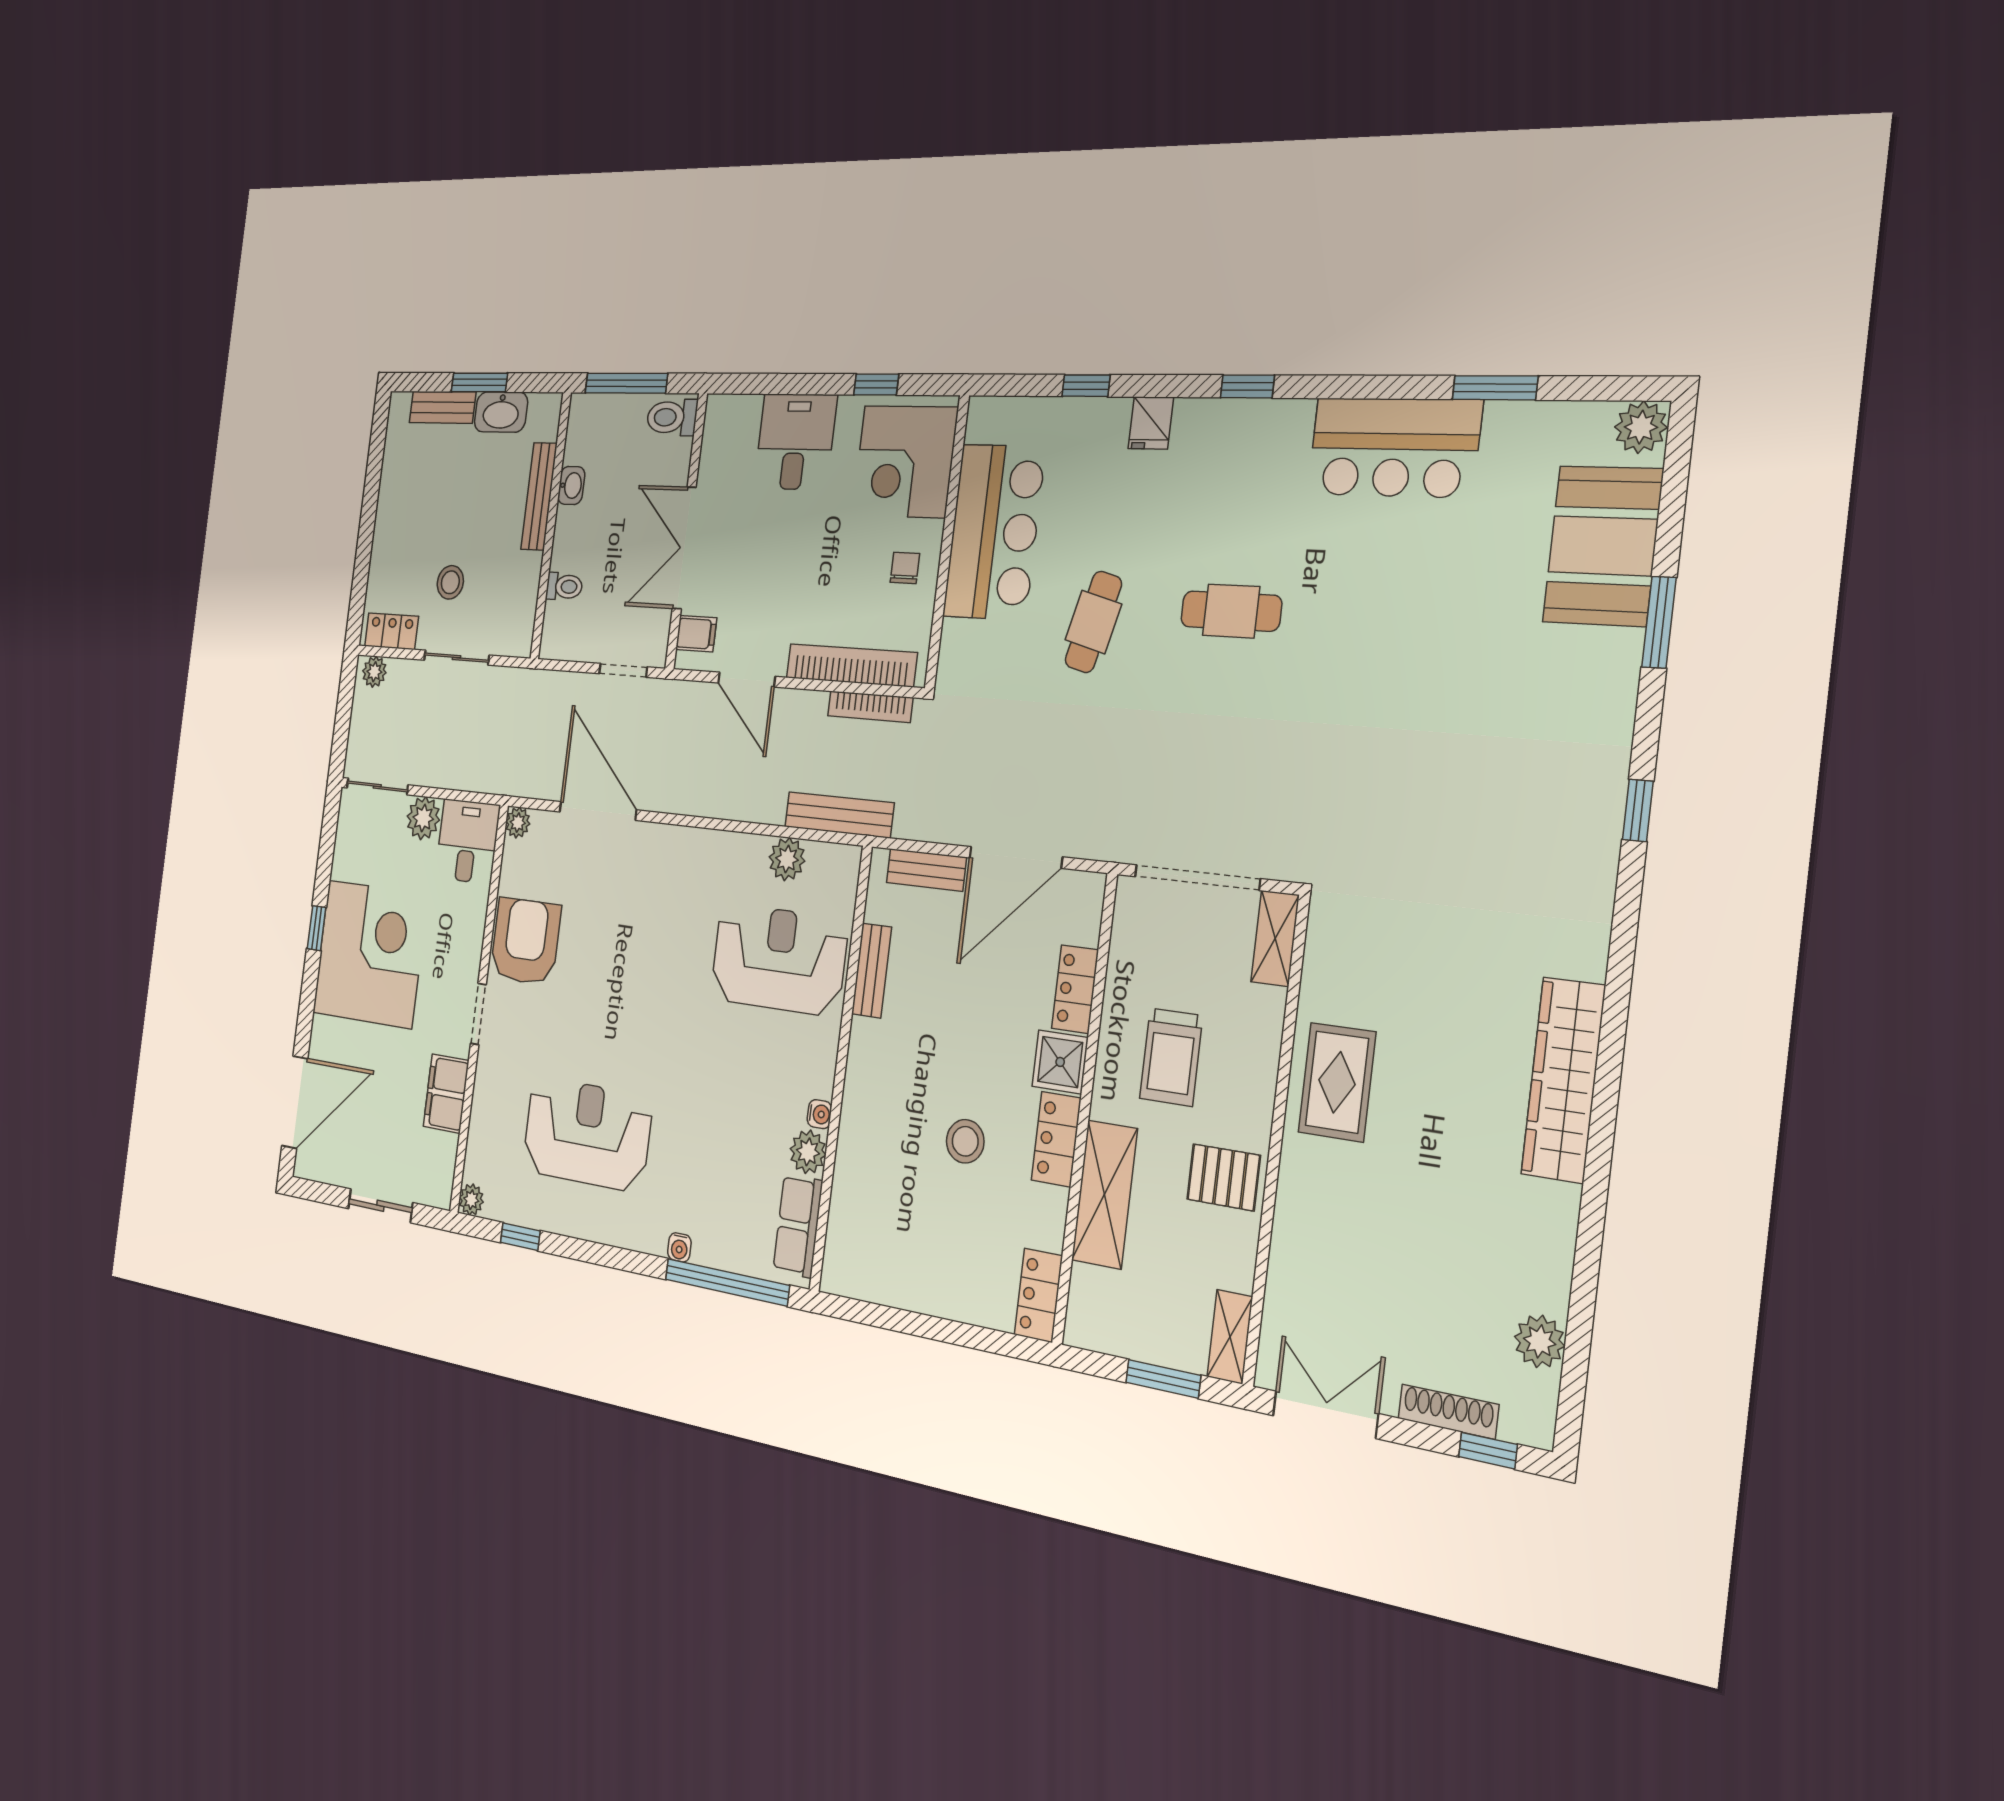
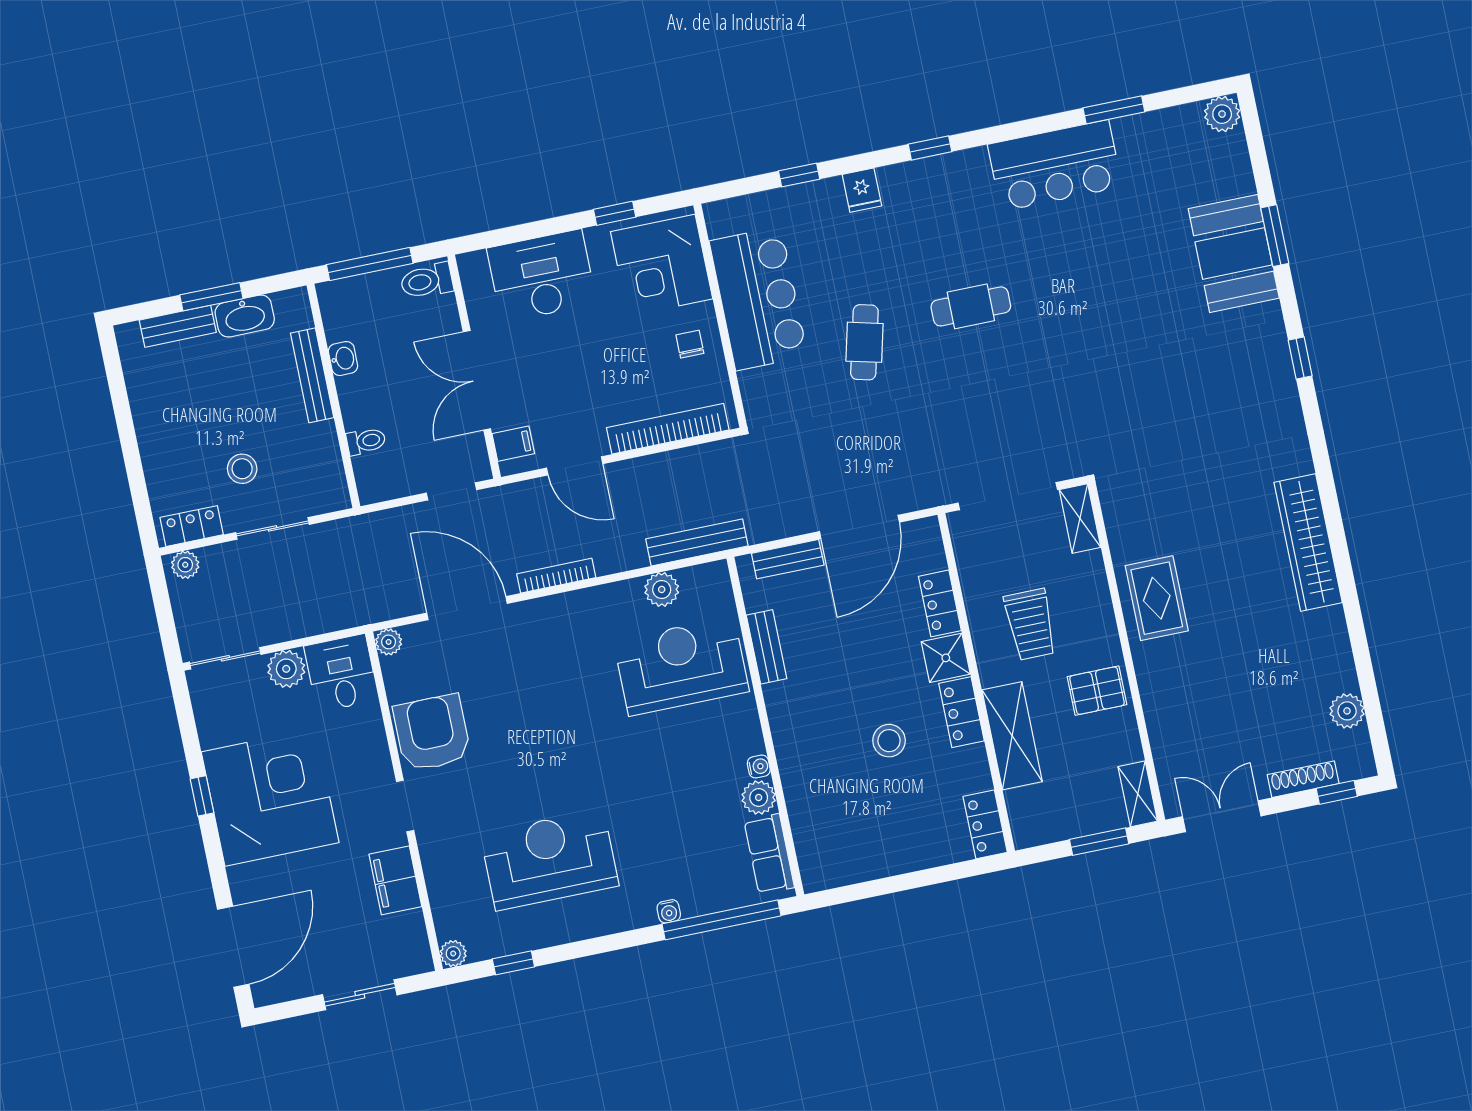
desk: (795, 442) -> (542, 276), width x1.37
booth: (1603, 546) -> (1234, 253), moved
bookcase: (870, 707) -> (556, 576), moved, turned 180

